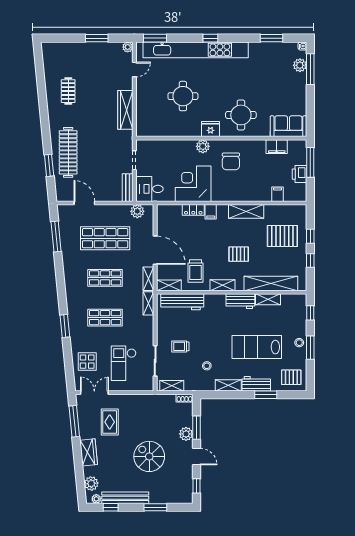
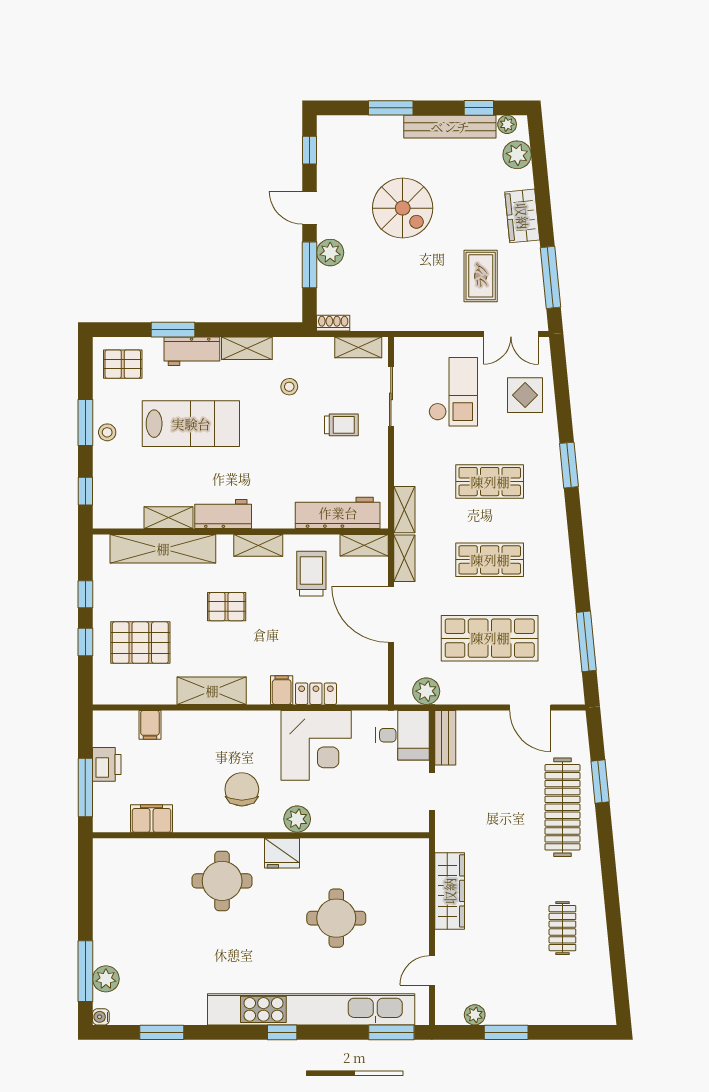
plant: (128, 47) -> (475, 1015), moved
sofa: (288, 126) -> (128, 859), removed

